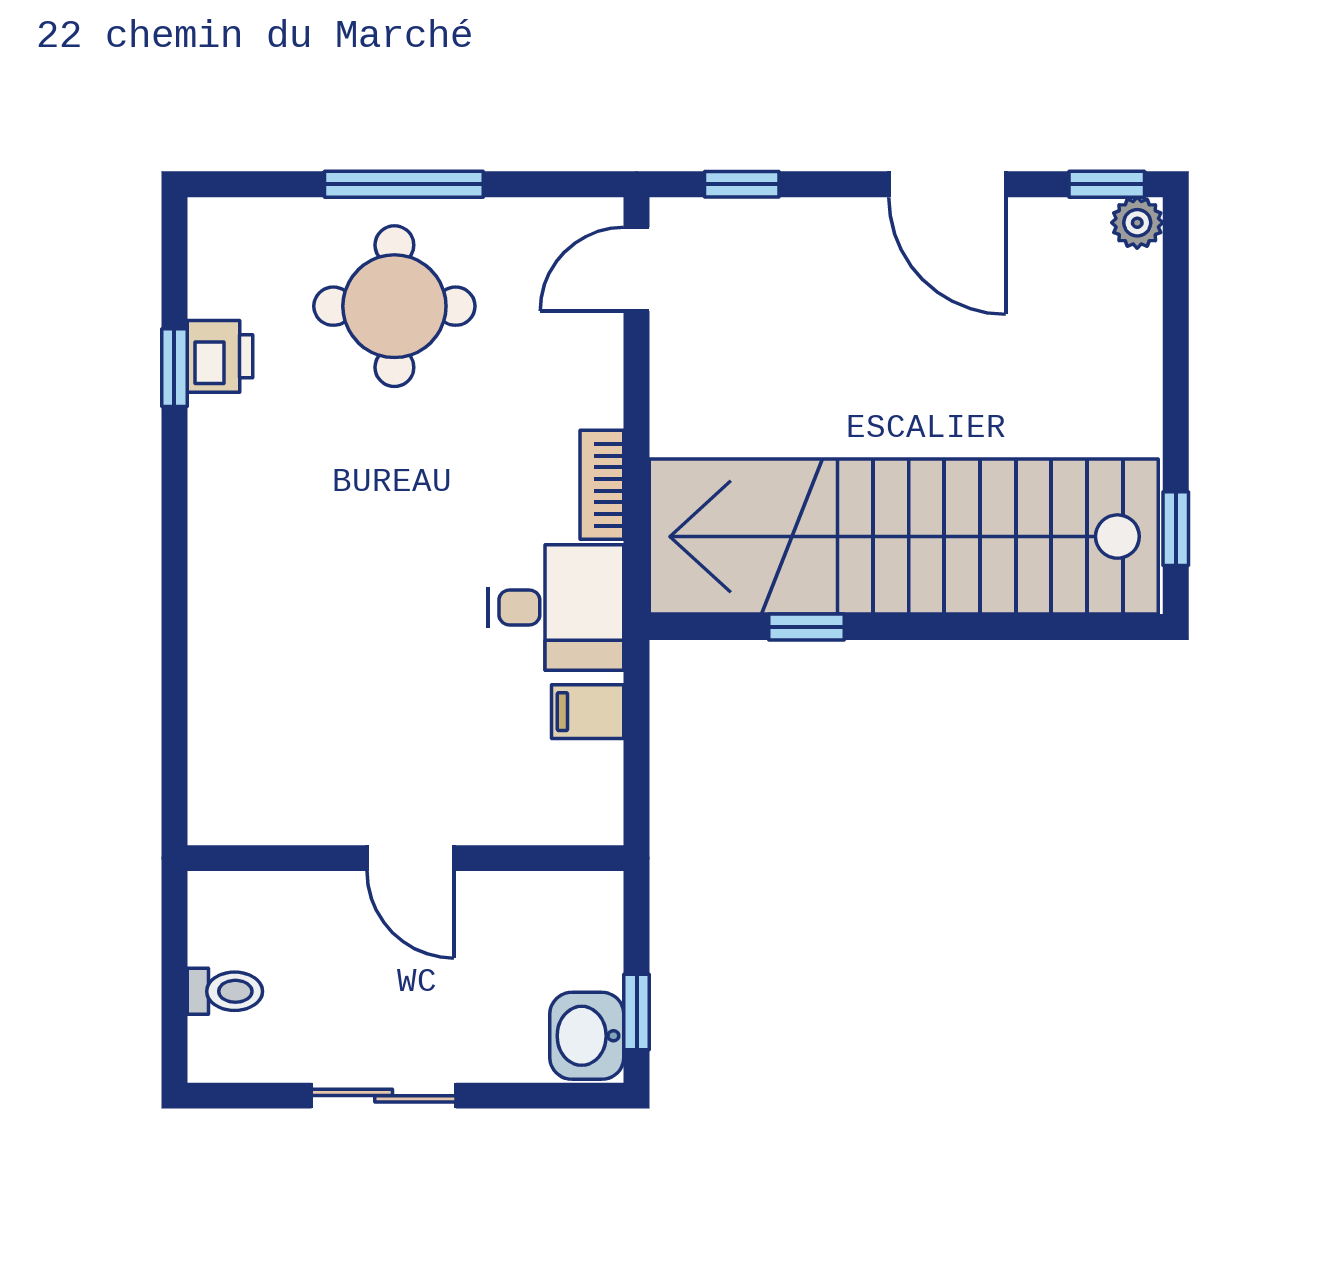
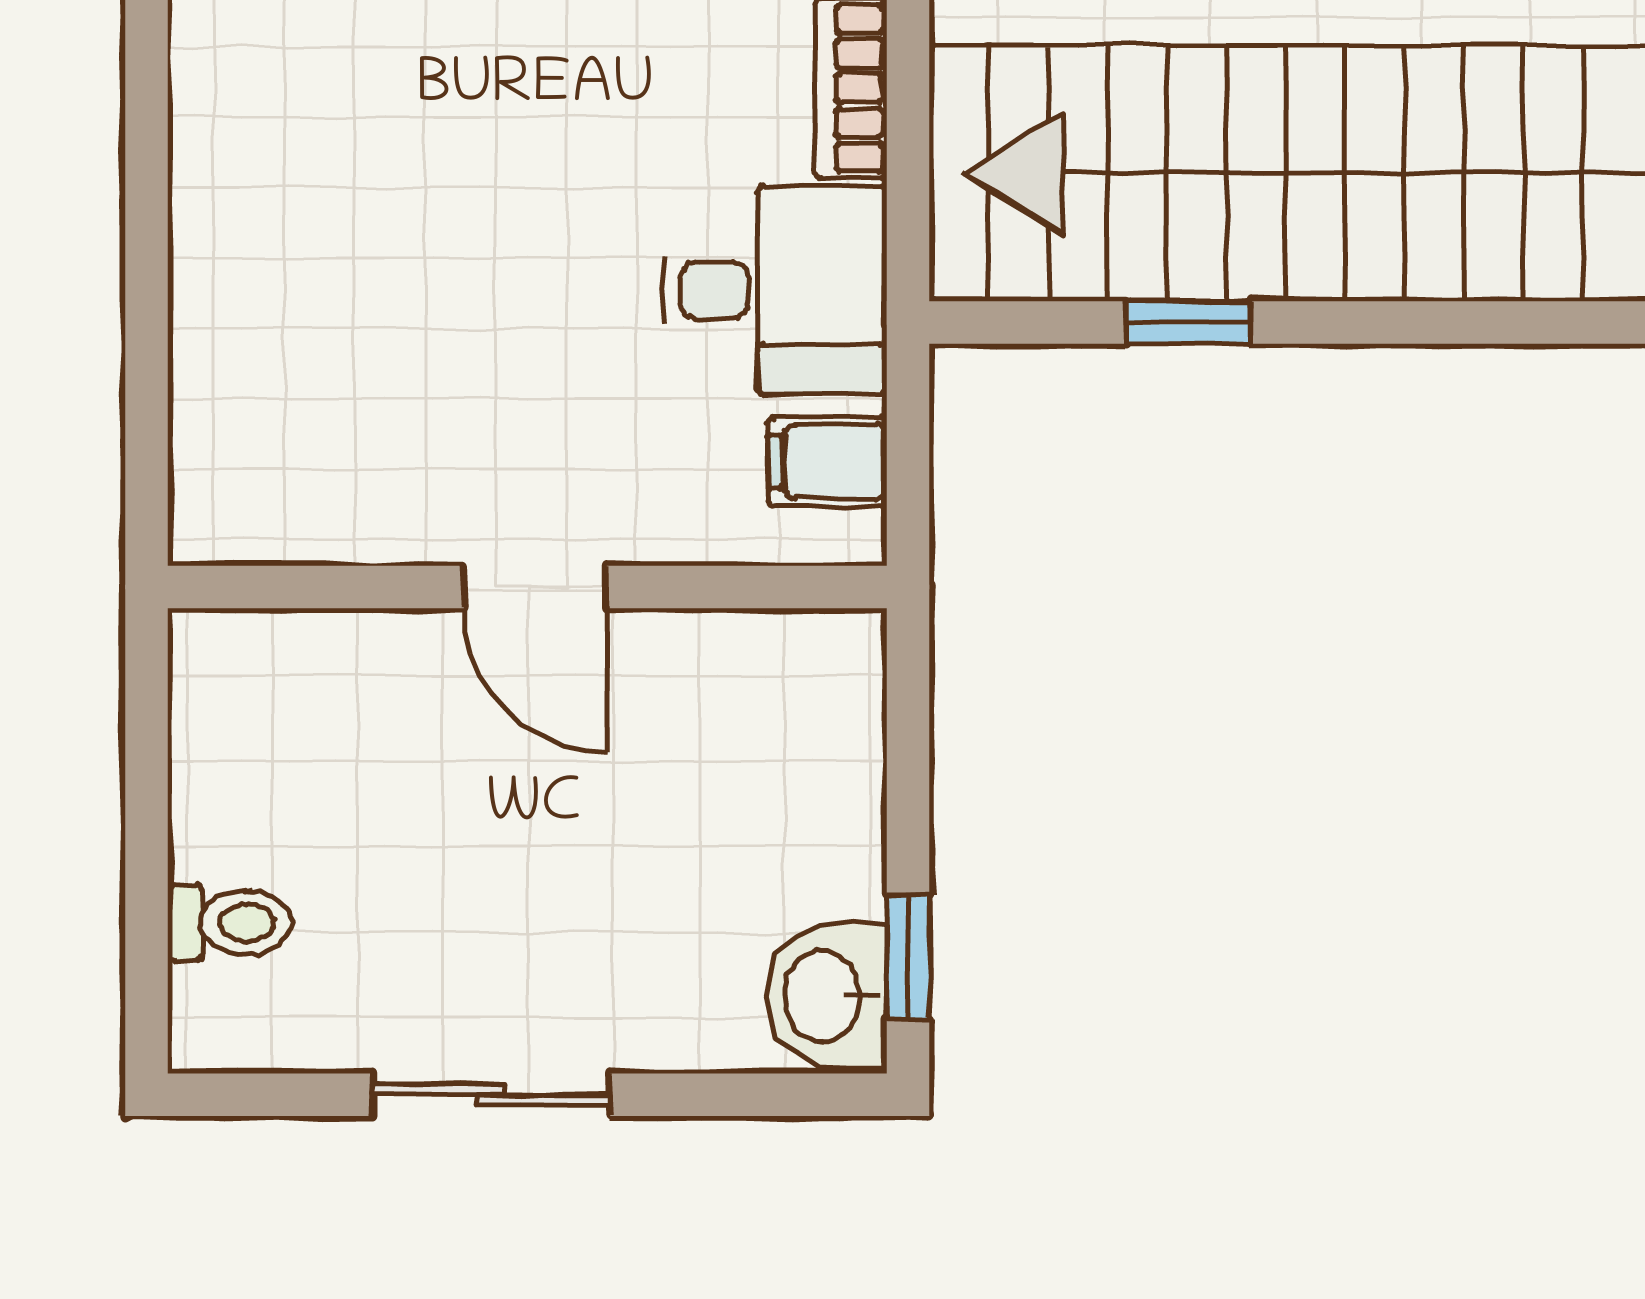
wall: (406, 858) -> (527, 587), moved
door: (410, 858) -> (535, 587), moved

